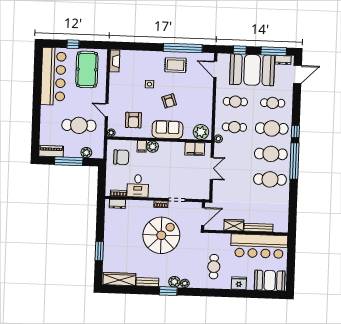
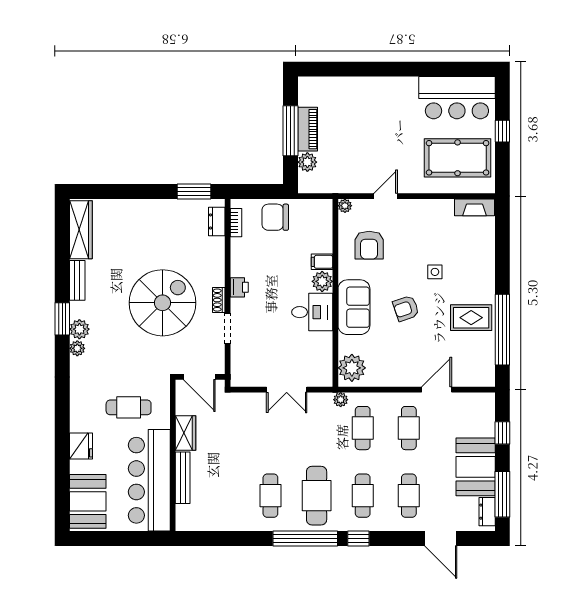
rug: (176, 65) -> (471, 318), turned 90
door: (215, 69) -> (437, 390), moved
booth: (252, 70) -> (476, 467), width x0.73, depth x0.70
door: (297, 74) -> (441, 539), moved
bar counter: (53, 76) -> (457, 98), width x0.73
armchair: (133, 120) -> (369, 245), turned -90
cafe table: (79, 125) -> (356, 147), removed
cafe table: (272, 128) -> (363, 496), width x0.73, depth x0.74
filing cabinet: (195, 149) -> (321, 358), removed
piano: (51, 151) -> (308, 129), moved
chair: (121, 157) -> (275, 217), moved, turned 90
cafe table: (270, 179) -> (270, 496), width x0.73, depth x0.74
desk: (138, 186) -> (312, 312), moved, turned 180
printer: (154, 193) -> (239, 287), added
spiral stairs: (161, 235) -> (163, 303), turned -90
window: (99, 251) -> (194, 192), moved
cafe table: (214, 267) -> (129, 407), moved

